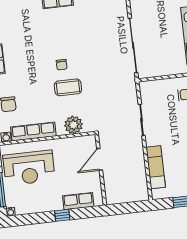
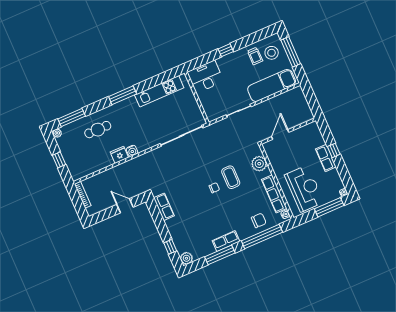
door: (100, 159) -> (280, 134), swing flipped
exam couch: (156, 167) -> (272, 85), width x1.36, depth x1.45
row of seats: (78, 201) -> (326, 158), moved

